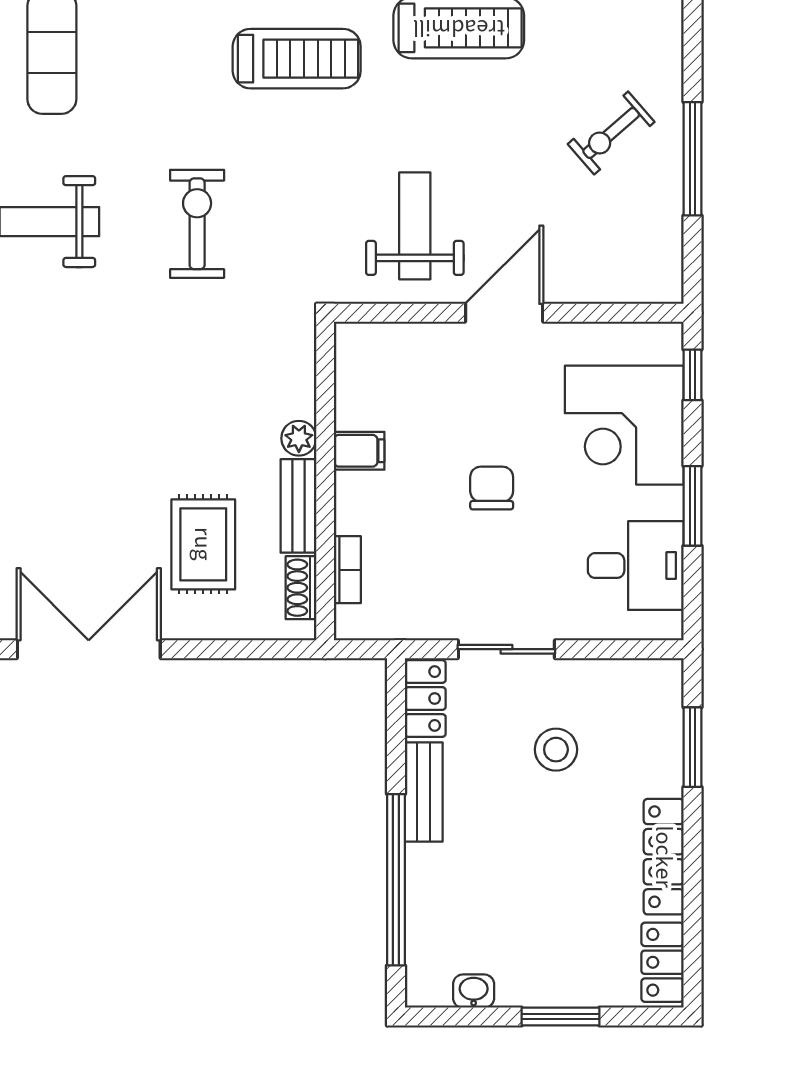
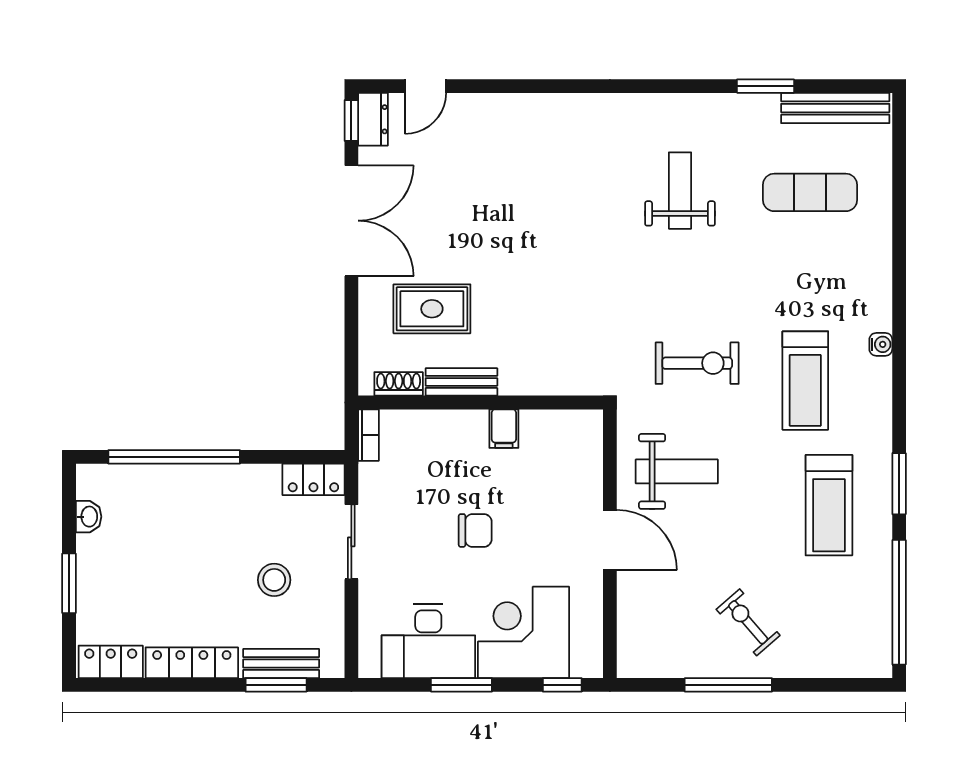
exercise bike: (197, 224) -> (697, 363), moved
plant: (299, 438) -> (513, 382), removed
desk: (636, 566) -> (428, 641), width x1.37
bookcase: (347, 570) -> (368, 435), moved, turned -90
bench: (424, 792) -> (281, 663), moved

